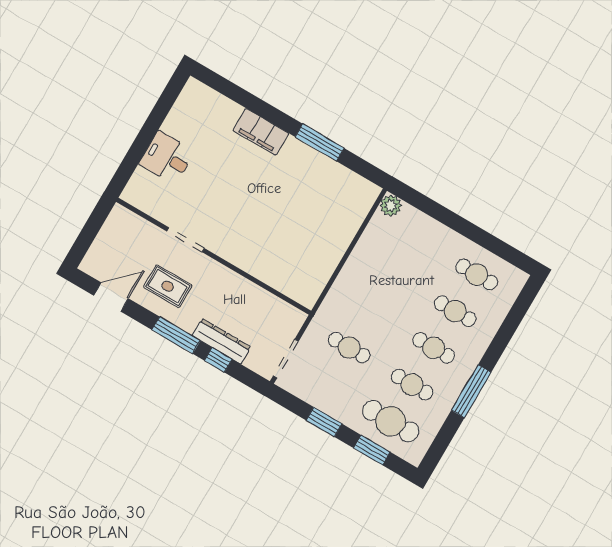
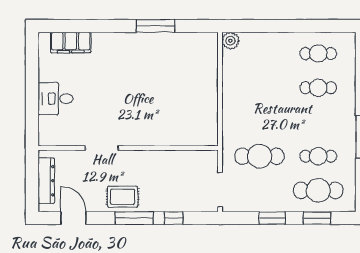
filing cabinet: (261, 132) -> (71, 42), moved
rug: (168, 286) -> (123, 197), moved
door: (111, 297) -> (74, 218), hinge flipped
dresser: (221, 341) -> (46, 181), moved, turned 90
cafe table: (349, 348) -> (259, 156), width x1.37, depth x1.35
cafe table: (434, 348) -> (318, 122), removed

